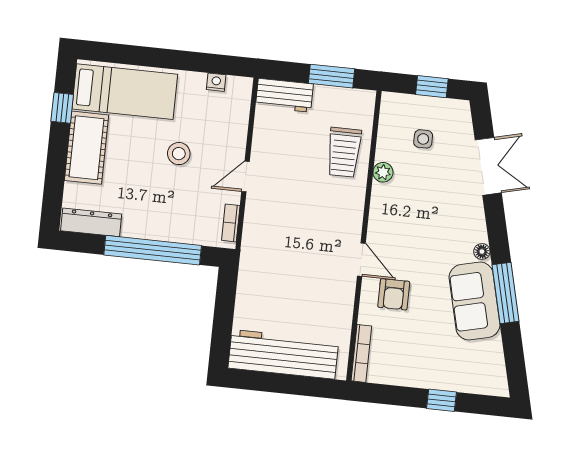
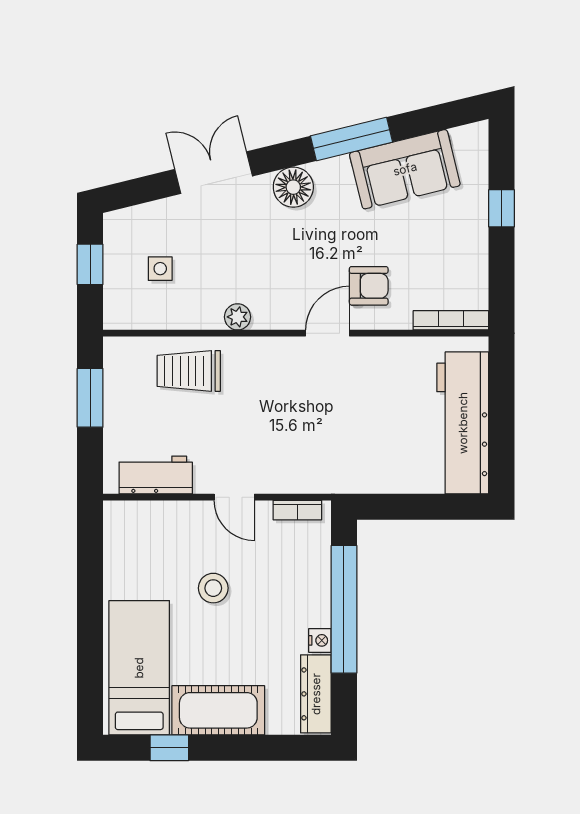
nightstand: (216, 82) -> (320, 640), moved, turned 180
workbench: (284, 95) -> (156, 475), moved, turned -90
trolley: (344, 152) -> (189, 371), turned 180
double door: (488, 166) -> (214, 173), moved
plant: (383, 172) -> (238, 317), moved
floor lamp: (482, 252) -> (293, 187), width x1.89, depth x1.89
sofa: (475, 301) -> (405, 169), moved

